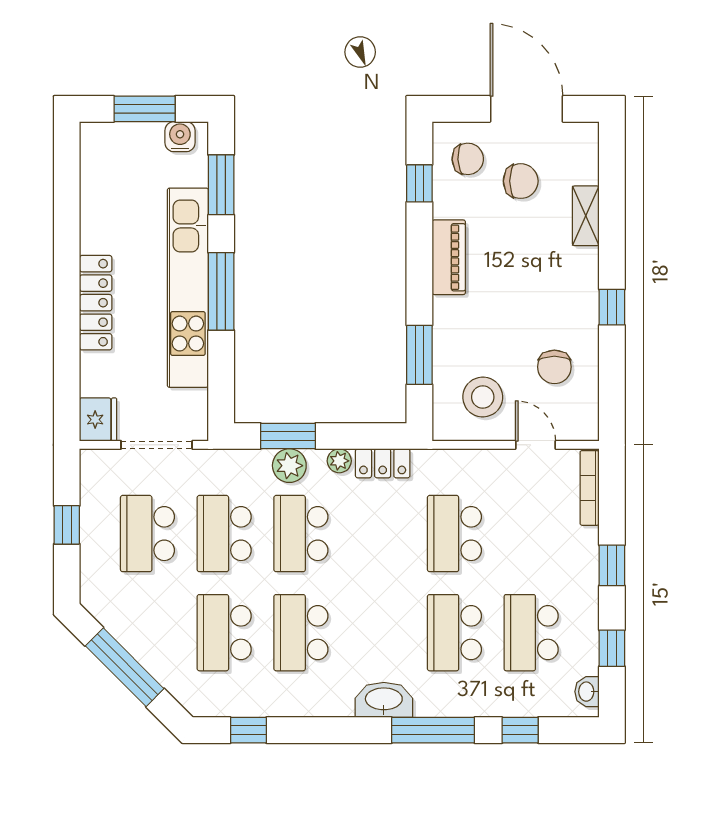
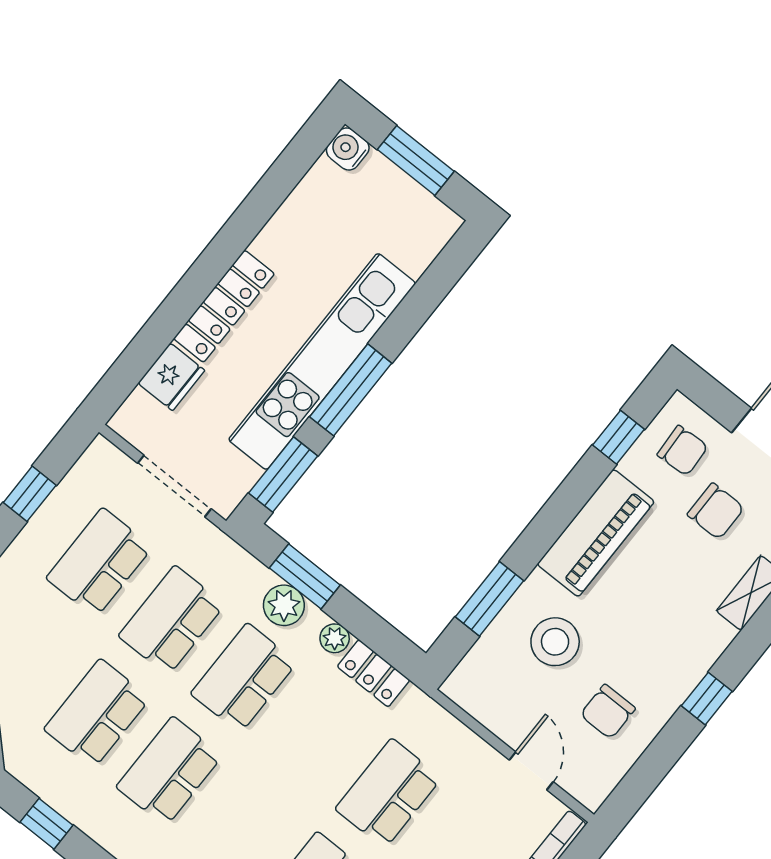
water cooler: (180, 137) -> (348, 149), moved, turned -90
window: (221, 185) -> (283, 475), moved
piano: (449, 257) -> (596, 533), width x1.37, depth x1.33
stool: (483, 397) -> (555, 642), moved
fridge: (98, 420) -> (171, 377), moved

